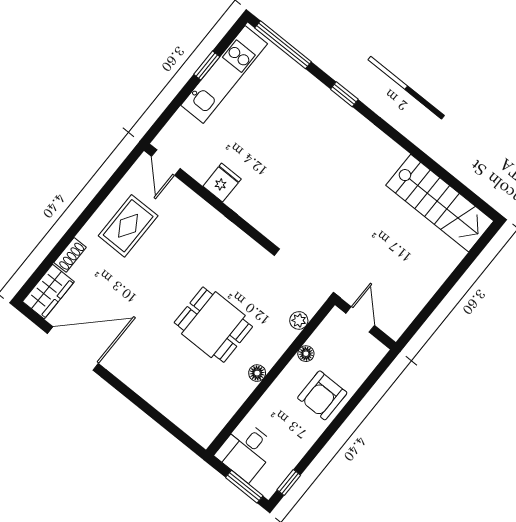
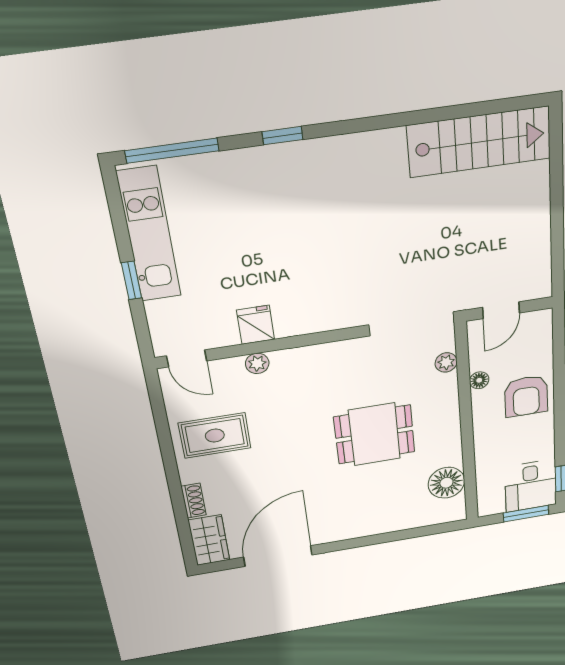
window: (207, 65) -> (131, 280), moved
plant: (198, 207) -> (257, 363), added
rug: (128, 226) -> (215, 435), turned 90
door: (360, 319) -> (501, 310), swing flipped
floor lamp: (257, 373) -> (446, 483), moved, width x1.89, depth x1.89
desk: (246, 451) -> (531, 486), moved

